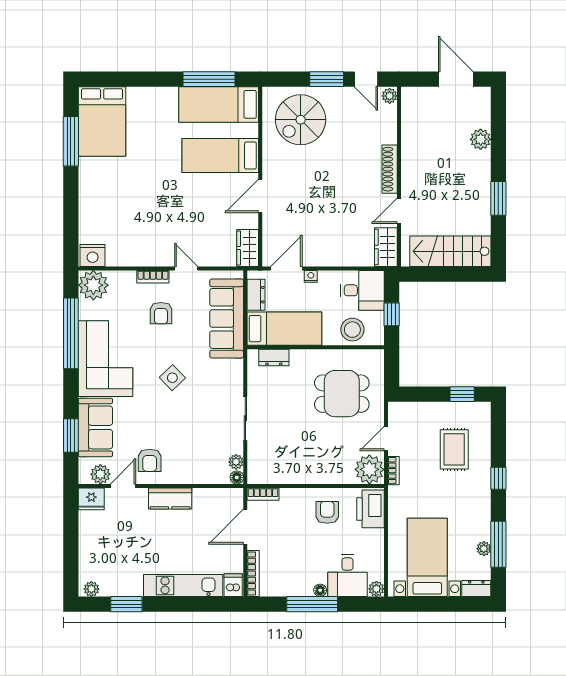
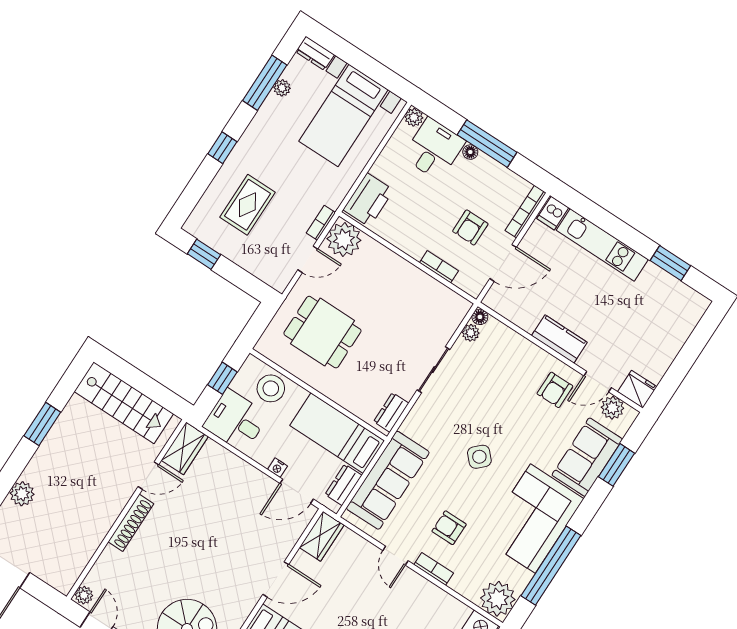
armchair: (161, 313) -> (449, 528), turned -90
dresser: (274, 357) -> (391, 412), moved, turned -90
armchair: (150, 460) -> (555, 390), turned 180
bookcase: (263, 494) -> (439, 267), moved
armchair: (327, 512) -> (470, 227), moved
plant: (91, 589) -> (695, 300), removed

